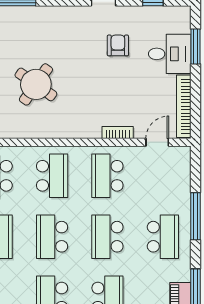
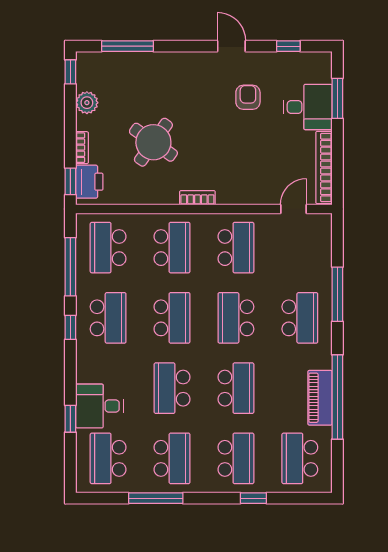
bookcase: (118, 133) -> (197, 198), moved
school desk: (107, 176) -> (236, 248), turned 180
school desk: (52, 237) -> (172, 318), turned 180

